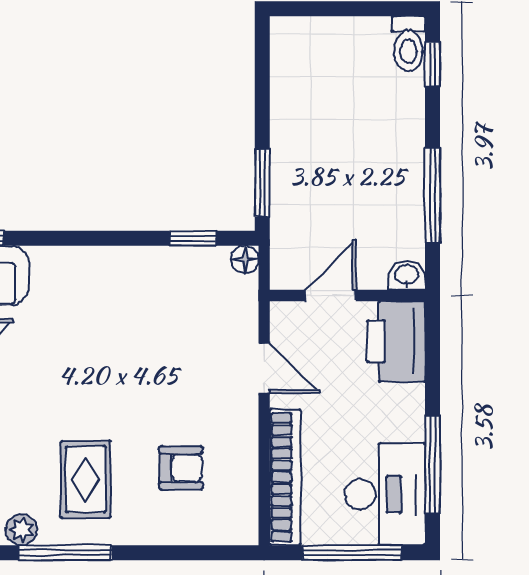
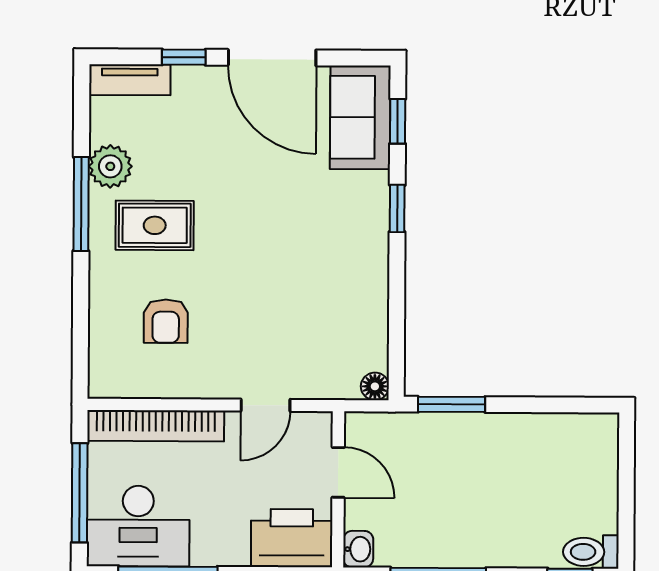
window: (193, 238) -> (397, 208), moved
plant: (21, 530) -> (110, 166), width x1.38, depth x1.38

